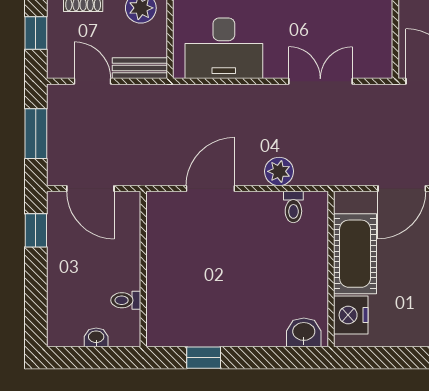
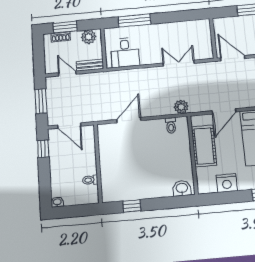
window: (36, 33) -> (39, 53), removed
desk: (224, 48) -> (125, 52), width x0.73
plant: (279, 171) -> (181, 107), moved
nightstand: (351, 315) -> (227, 183), moved, turned -90
washbasin: (96, 337) -> (57, 202), moved

